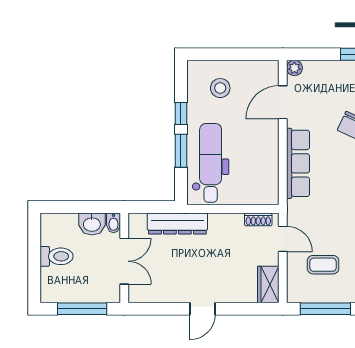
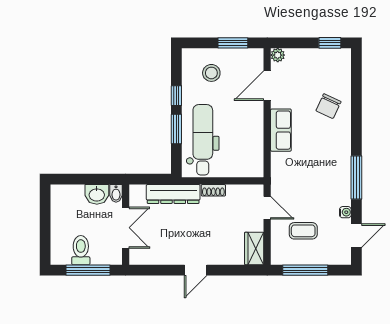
window: (244, 54) -> (233, 43), added
row of seats: (298, 163) -> (281, 130), width x0.68
shoe rack: (258, 219) -> (213, 190), moved
toilet: (57, 256) -> (81, 250), moved, turned -90

